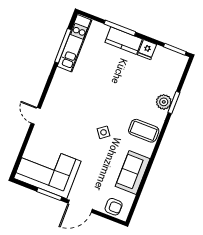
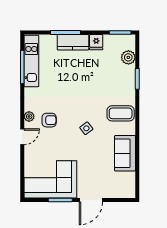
plant: (51, 98) -> (29, 116), added
plant: (164, 102) -> (128, 57), moved
door: (36, 116) -> (22, 137), swing flipped
armchair: (114, 207) -> (49, 120), moved

